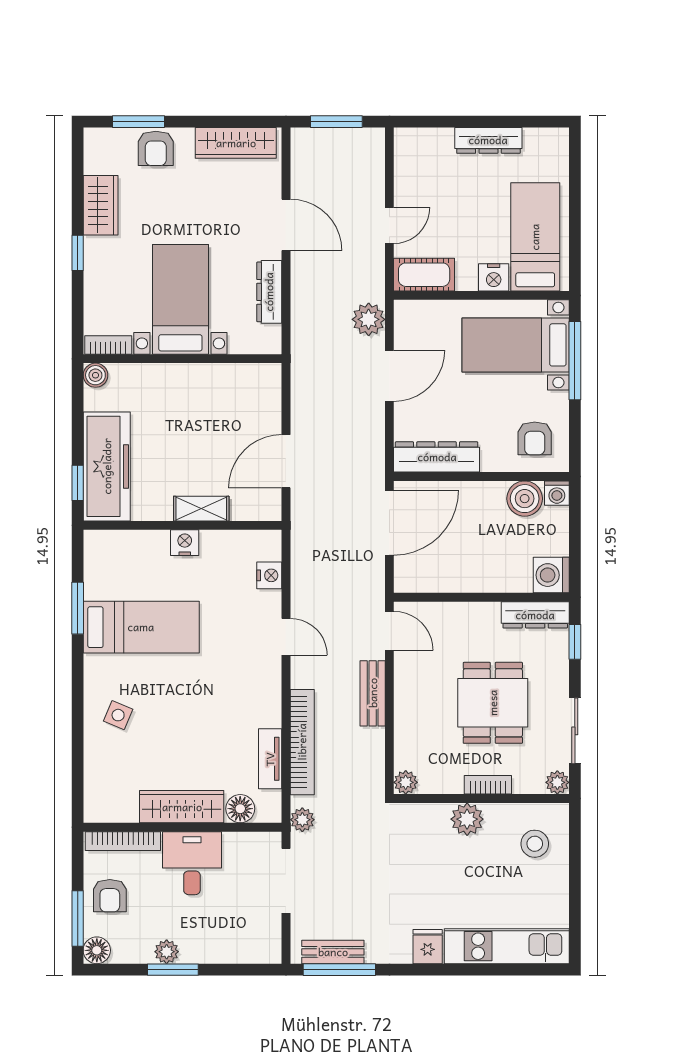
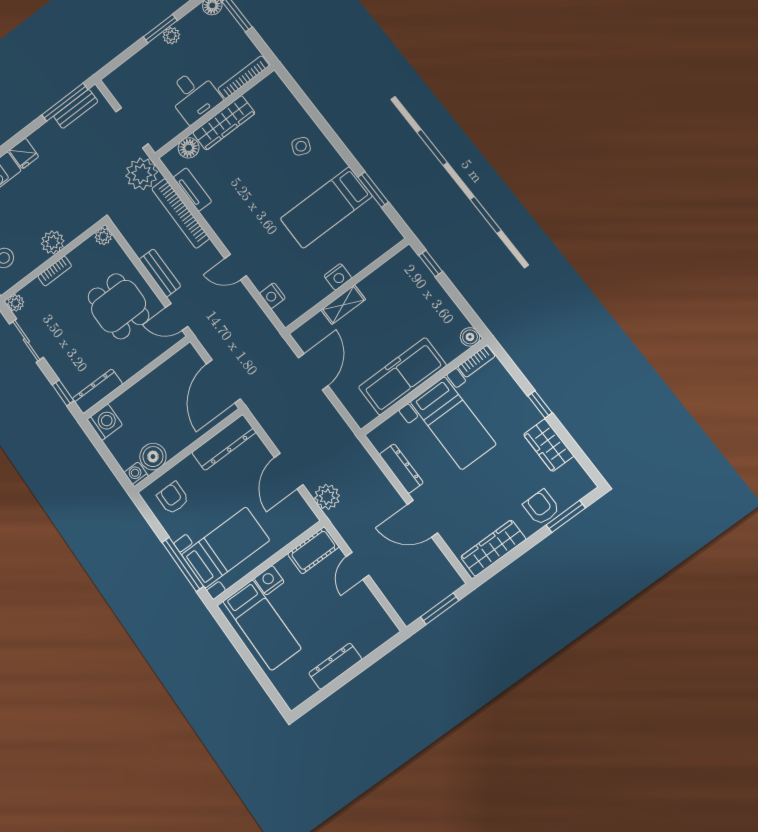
freezer: (107, 466) -> (402, 376), moved, turned 90
dining table: (493, 703) -> (118, 306), moved
plant: (302, 820) -> (142, 174), width x1.88, depth x1.88
armchair: (110, 896) -> (228, 41), removed

